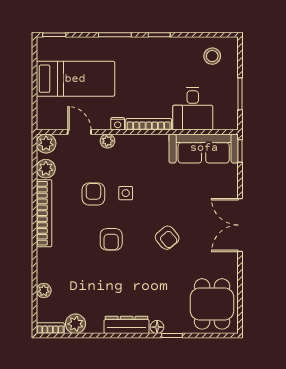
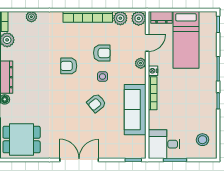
desk: (193, 109) -> (164, 144), moved
dresser: (45, 112) -> (161, 17), added
sofa: (204, 148) -> (135, 110), moved
armchair: (167, 238) -> (96, 103), moved

